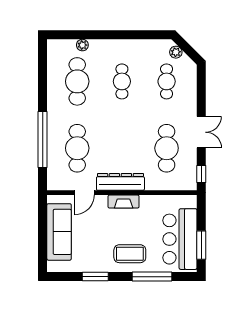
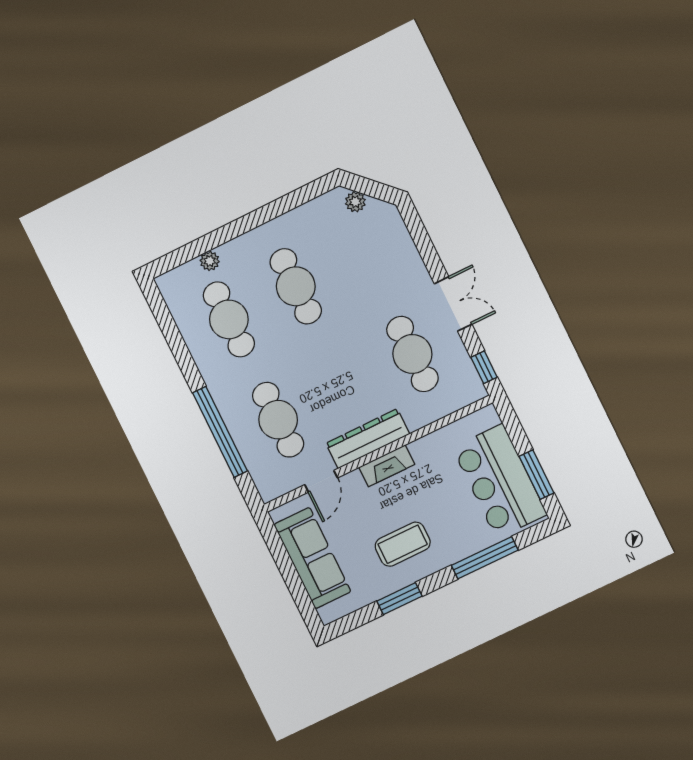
cafe table: (122, 81) -> (296, 286), width x1.37, depth x1.35
cafe table: (167, 81) -> (363, 253), removed
coffee table: (130, 254) -> (403, 544), moved

